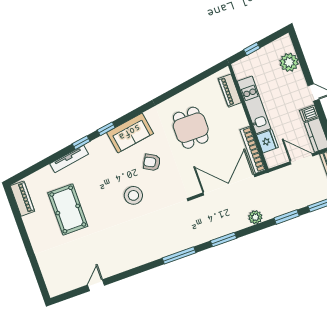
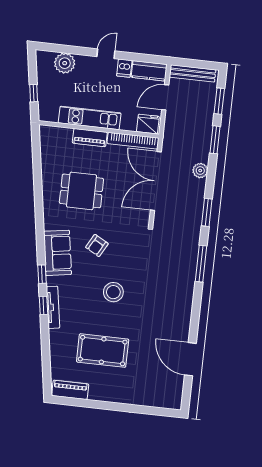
piano: (230, 91) -> (90, 138), moved
fridge: (267, 141) -> (148, 124), moved
tv unit: (69, 159) -> (53, 307), moved
stool: (133, 195) -> (113, 292), moved
door: (96, 285) -> (190, 359), width x1.88

